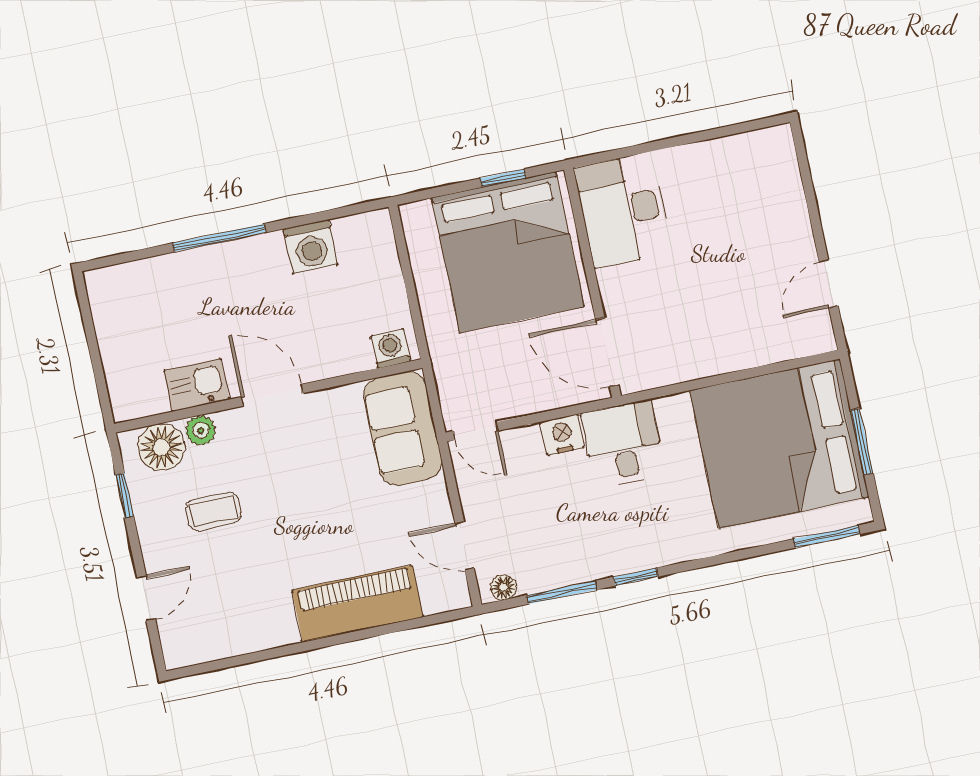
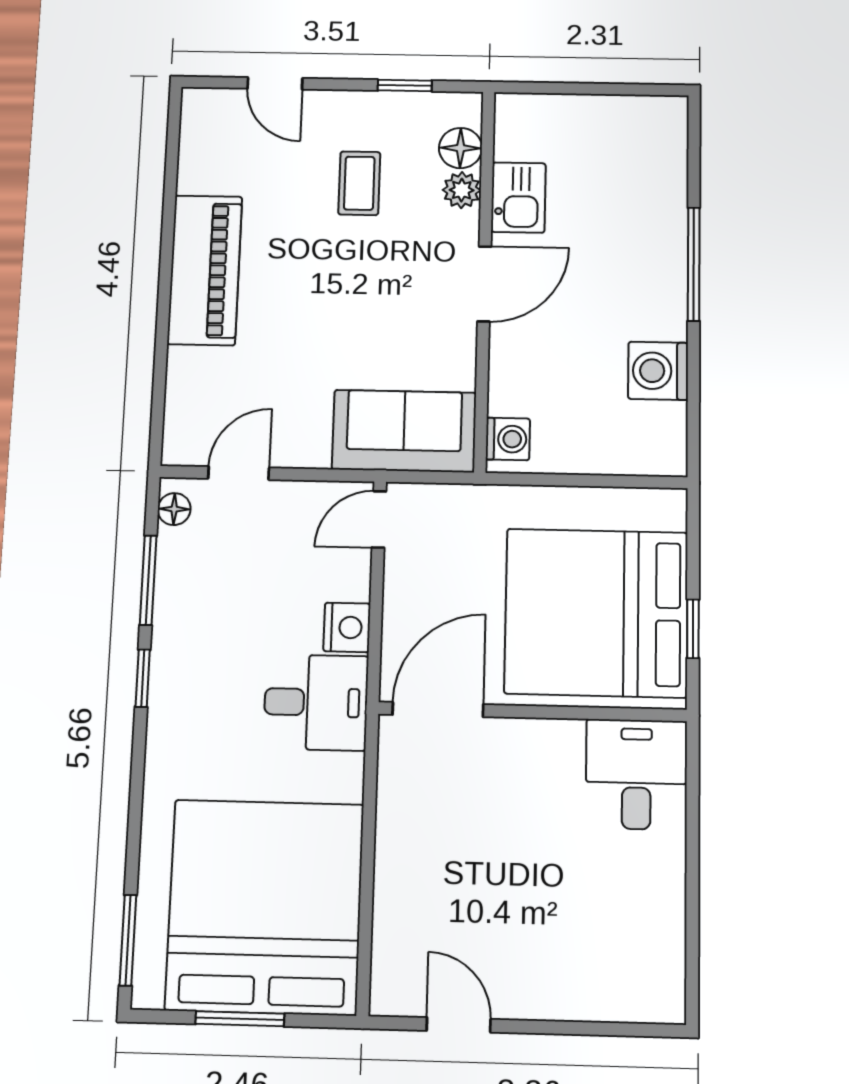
desk: (623, 210) -> (636, 774), width x0.73
floor lamp: (161, 447) -> (460, 148), width x0.73, depth x0.73
piano: (357, 604) -> (205, 270), moved

